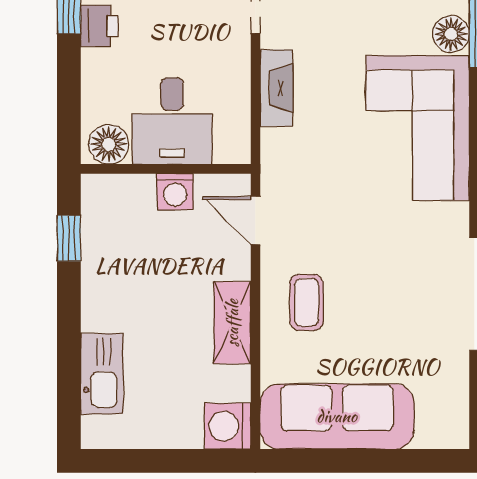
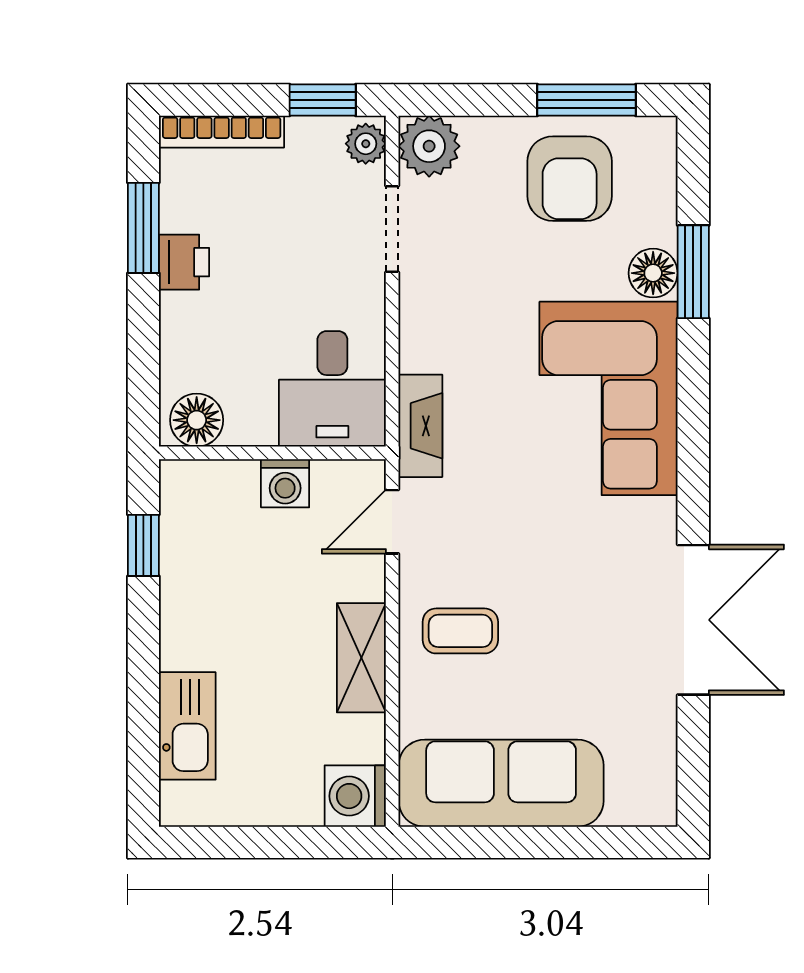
fireplace: (277, 88) -> (420, 426), moved
desk: (172, 121) -> (332, 389), moved
door: (255, 220) -> (392, 522), hinge flipped
coffee table: (306, 302) -> (460, 631), turned 90

